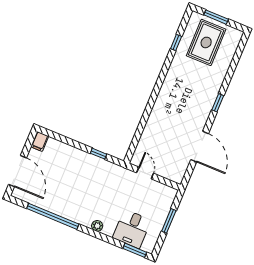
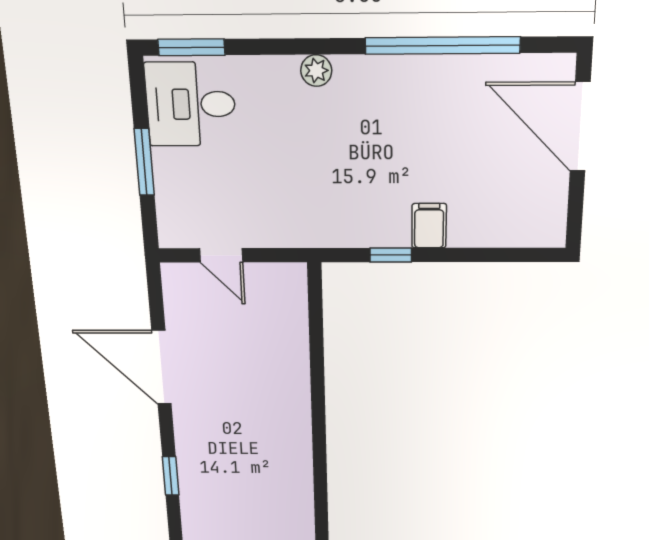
filing cabinet: (40, 141) -> (429, 226), moved
door: (145, 173) -> (221, 255), moved
desk: (132, 229) -> (191, 104), moved, turned -90

